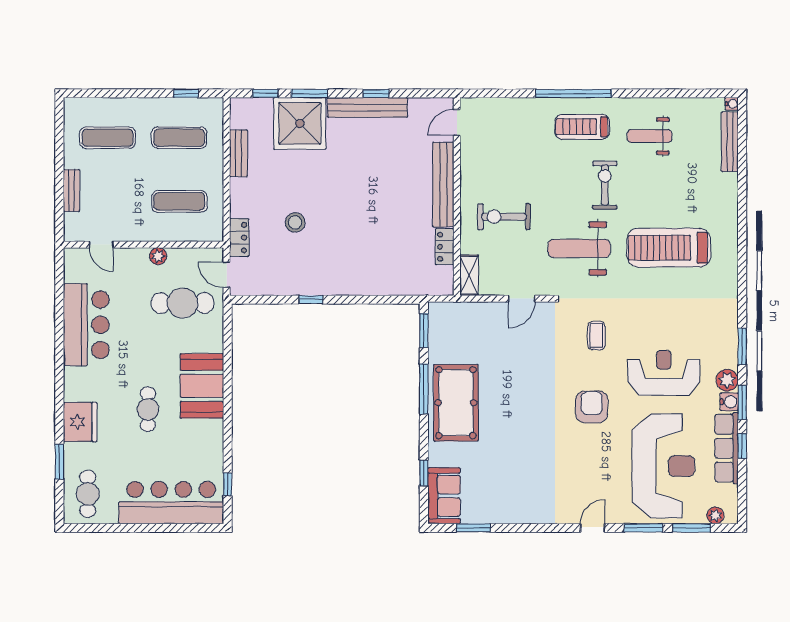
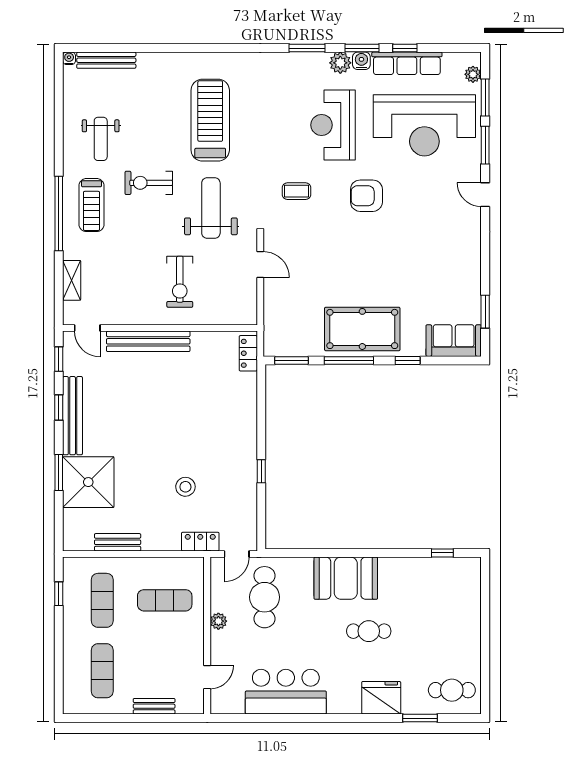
window: (265, 93) -> (59, 359), moved
exercise mat: (179, 201) -> (165, 600), turned 90
locker: (445, 247) -> (248, 353), moved, turned 90
weight bench: (579, 248) -> (211, 208), turned 180
treadmill: (669, 248) -> (210, 120), turned 180
shelving: (469, 275) -> (72, 280), moved, turned 90
reception desk: (663, 466) -> (424, 125), turned 180
window: (424, 473) -> (408, 360), moved
bar counter: (171, 503) -> (460, 608), removed

